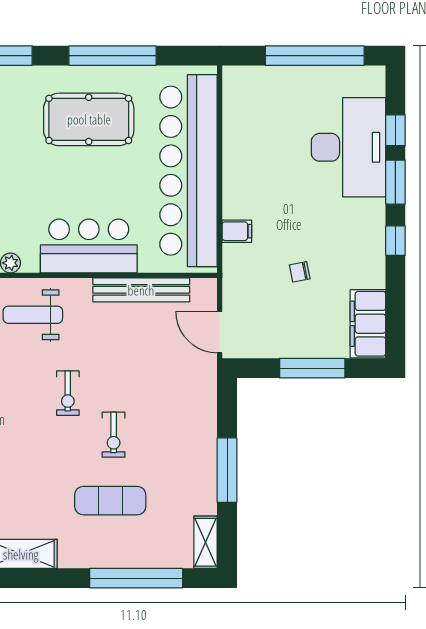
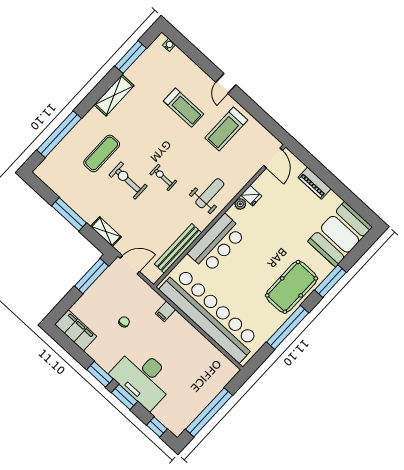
pool table: (89, 119) -> (291, 287), moved
window: (395, 130) -> (157, 427), moved
desk: (349, 147) -> (143, 378), moved
window: (395, 241) -> (100, 374), width x1.50
window: (312, 368) -> (92, 276), moved
exercise bike: (114, 435) -> (128, 181), width x1.38, depth x1.39
shelving: (206, 542) -> (106, 232), moved

